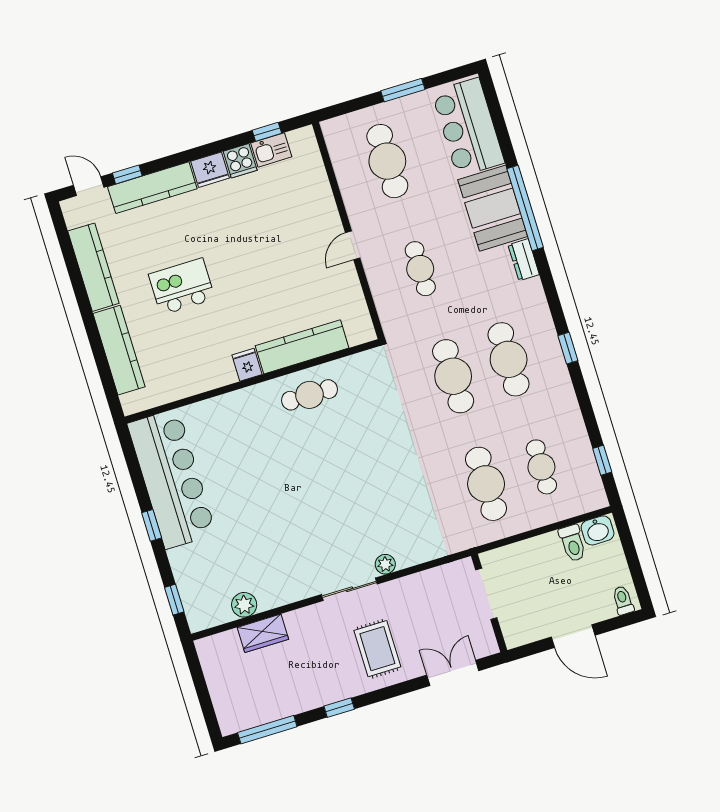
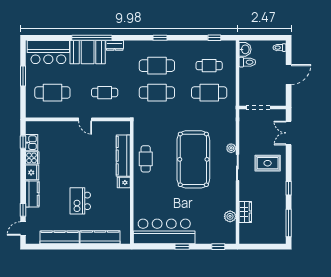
kitchen counter: (152, 188) -> (32, 194), width x0.67
pool table: (338, 493) -> (193, 159), added

